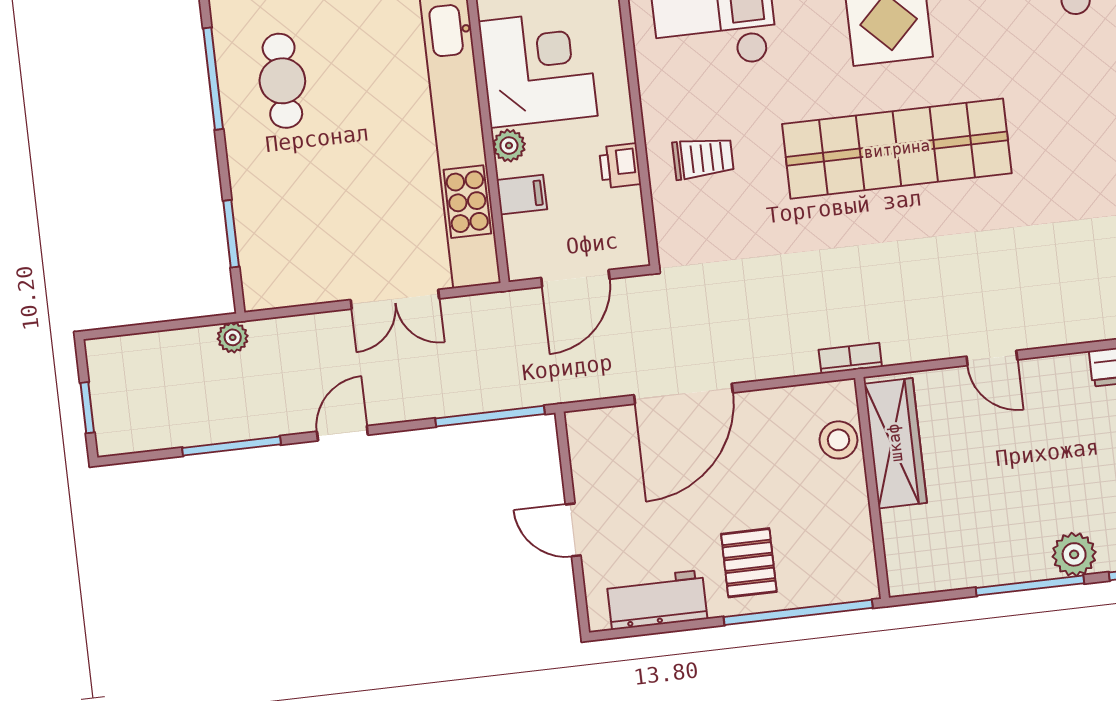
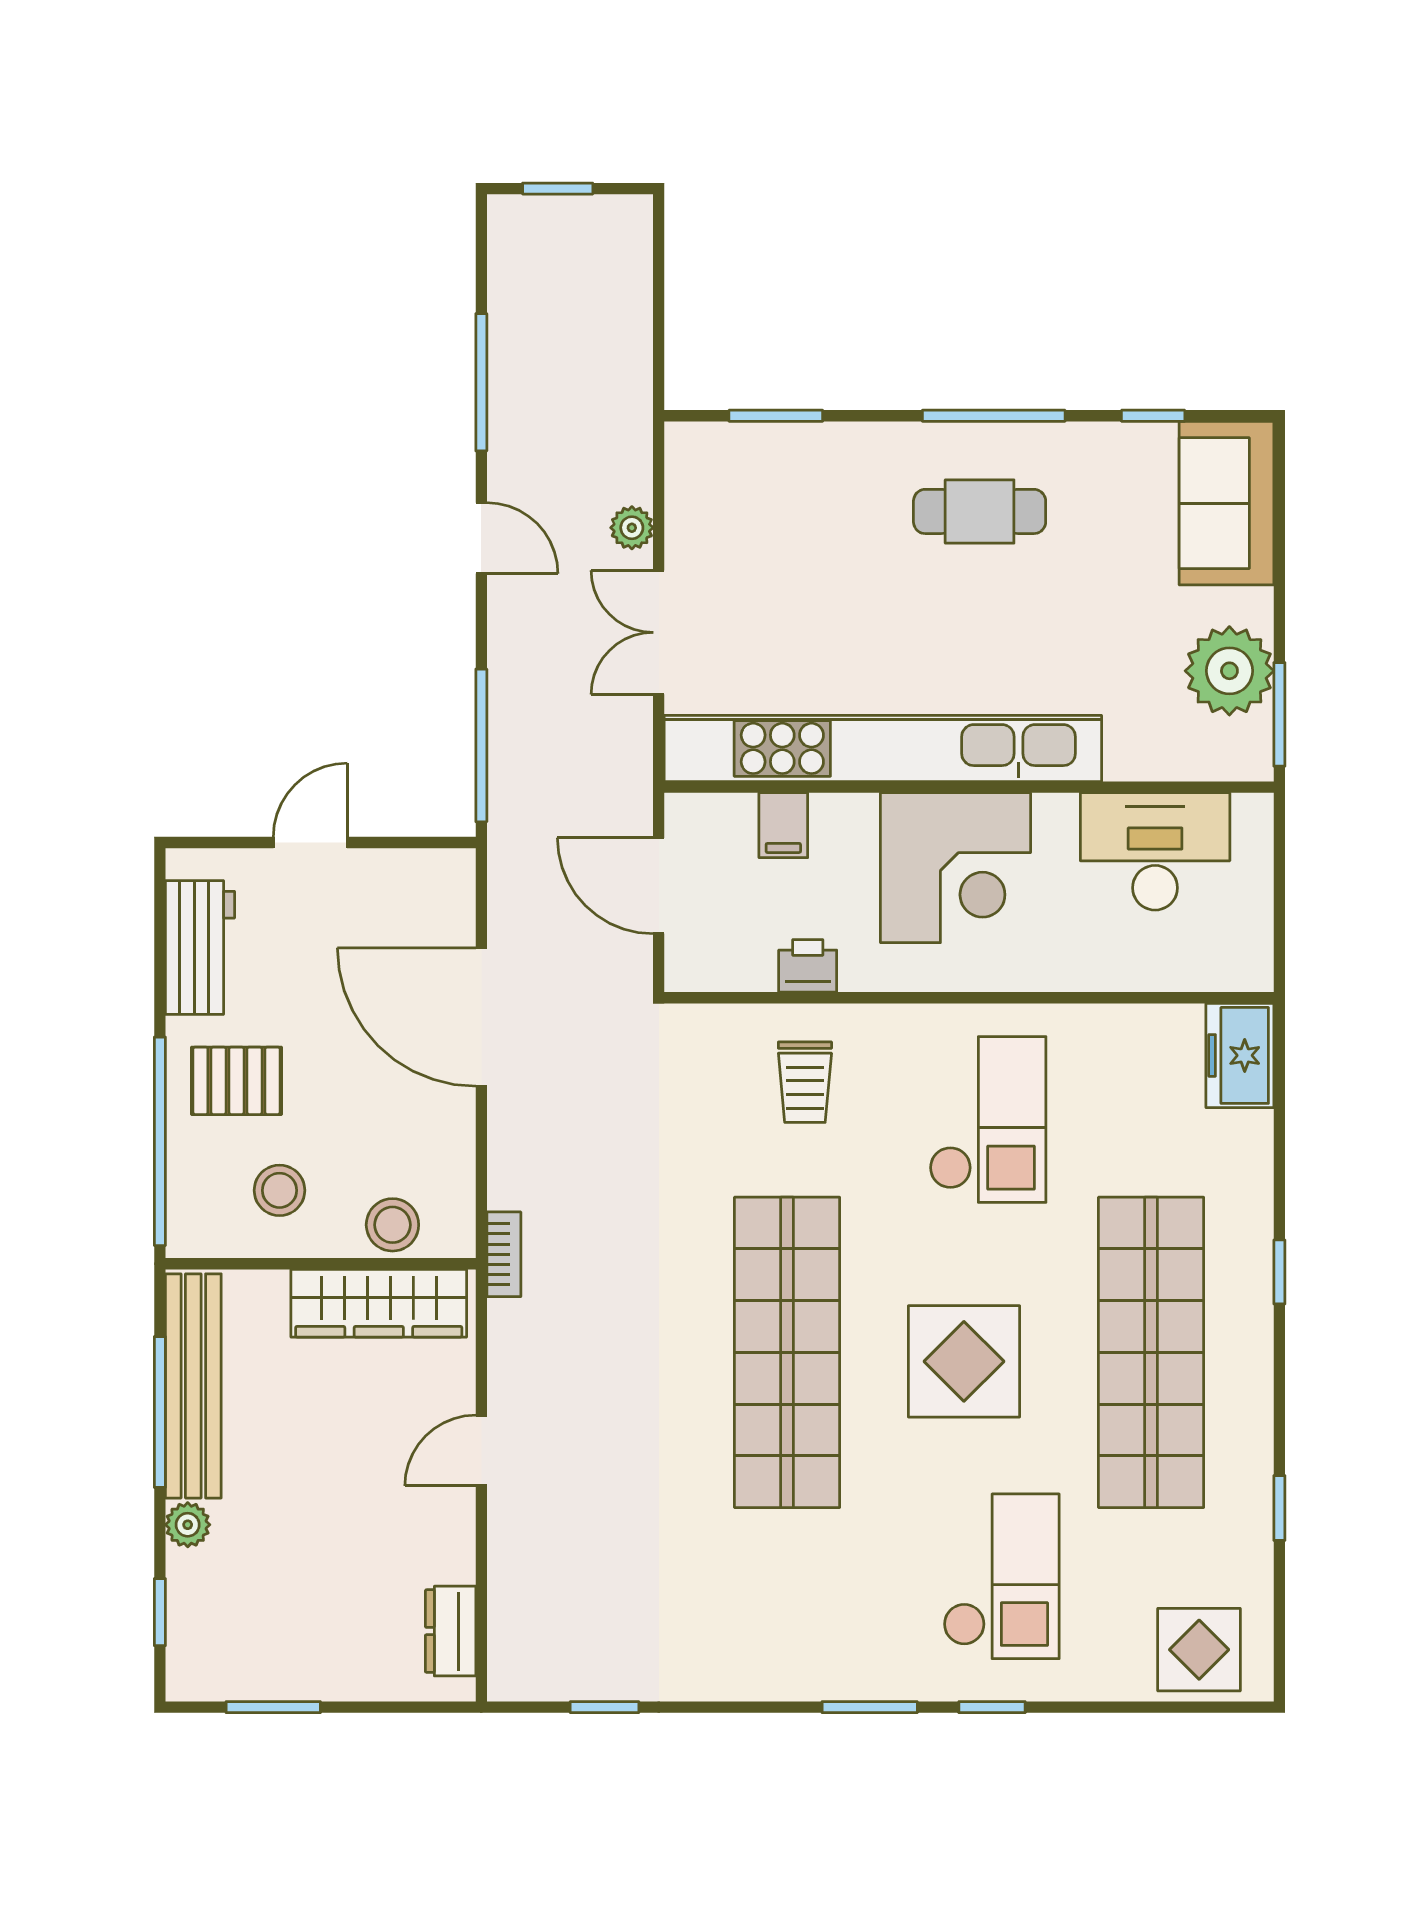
plant: (509, 146) -> (853, 815), removed
plant: (233, 337) -> (632, 528), moved
stool: (823, 523) -> (279, 1190), added
plant: (1074, 554) -> (188, 1525), width x0.73, depth x0.73
bench: (970, 568) -> (193, 1386), added
window: (1030, 586) -> (160, 1412), moved

